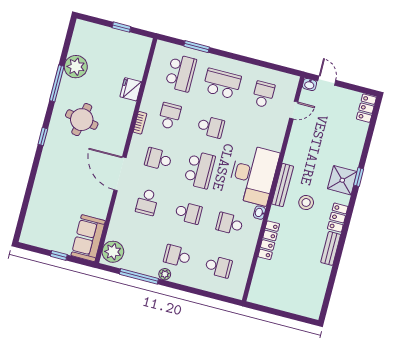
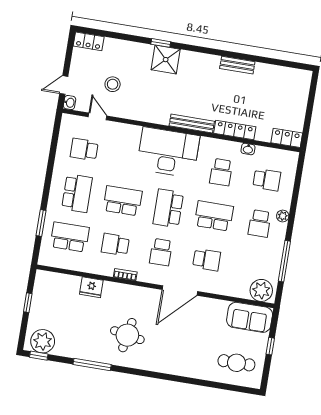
plant: (76, 67) -> (43, 341), moved
school desk: (222, 84) -> (77, 193), turned 180
school desk: (211, 127) -> (123, 201), width x1.85
window: (43, 137) -> (39, 356), moved
school desk: (200, 170) -> (168, 208), turned -90
bench: (283, 185) -> (192, 124), moved
stool: (306, 202) -> (113, 84), moved
school desk: (188, 213) -> (214, 216), width x1.85
washbasin: (260, 213) -> (248, 149), moved
locker: (338, 218) -> (287, 138), moved, turned 180
cafe table: (46, 222) -> (236, 363), added
school desk: (218, 267) -> (267, 180), turned 90
plant: (165, 274) -> (283, 216), moved

